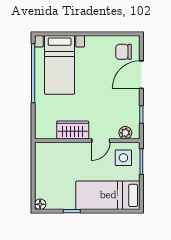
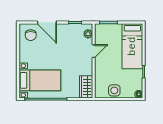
wardrobe: (73, 130) -> (86, 87), moved
door: (101, 141) -> (94, 51), hinge flipped
side table: (123, 158) -> (114, 90), moved

